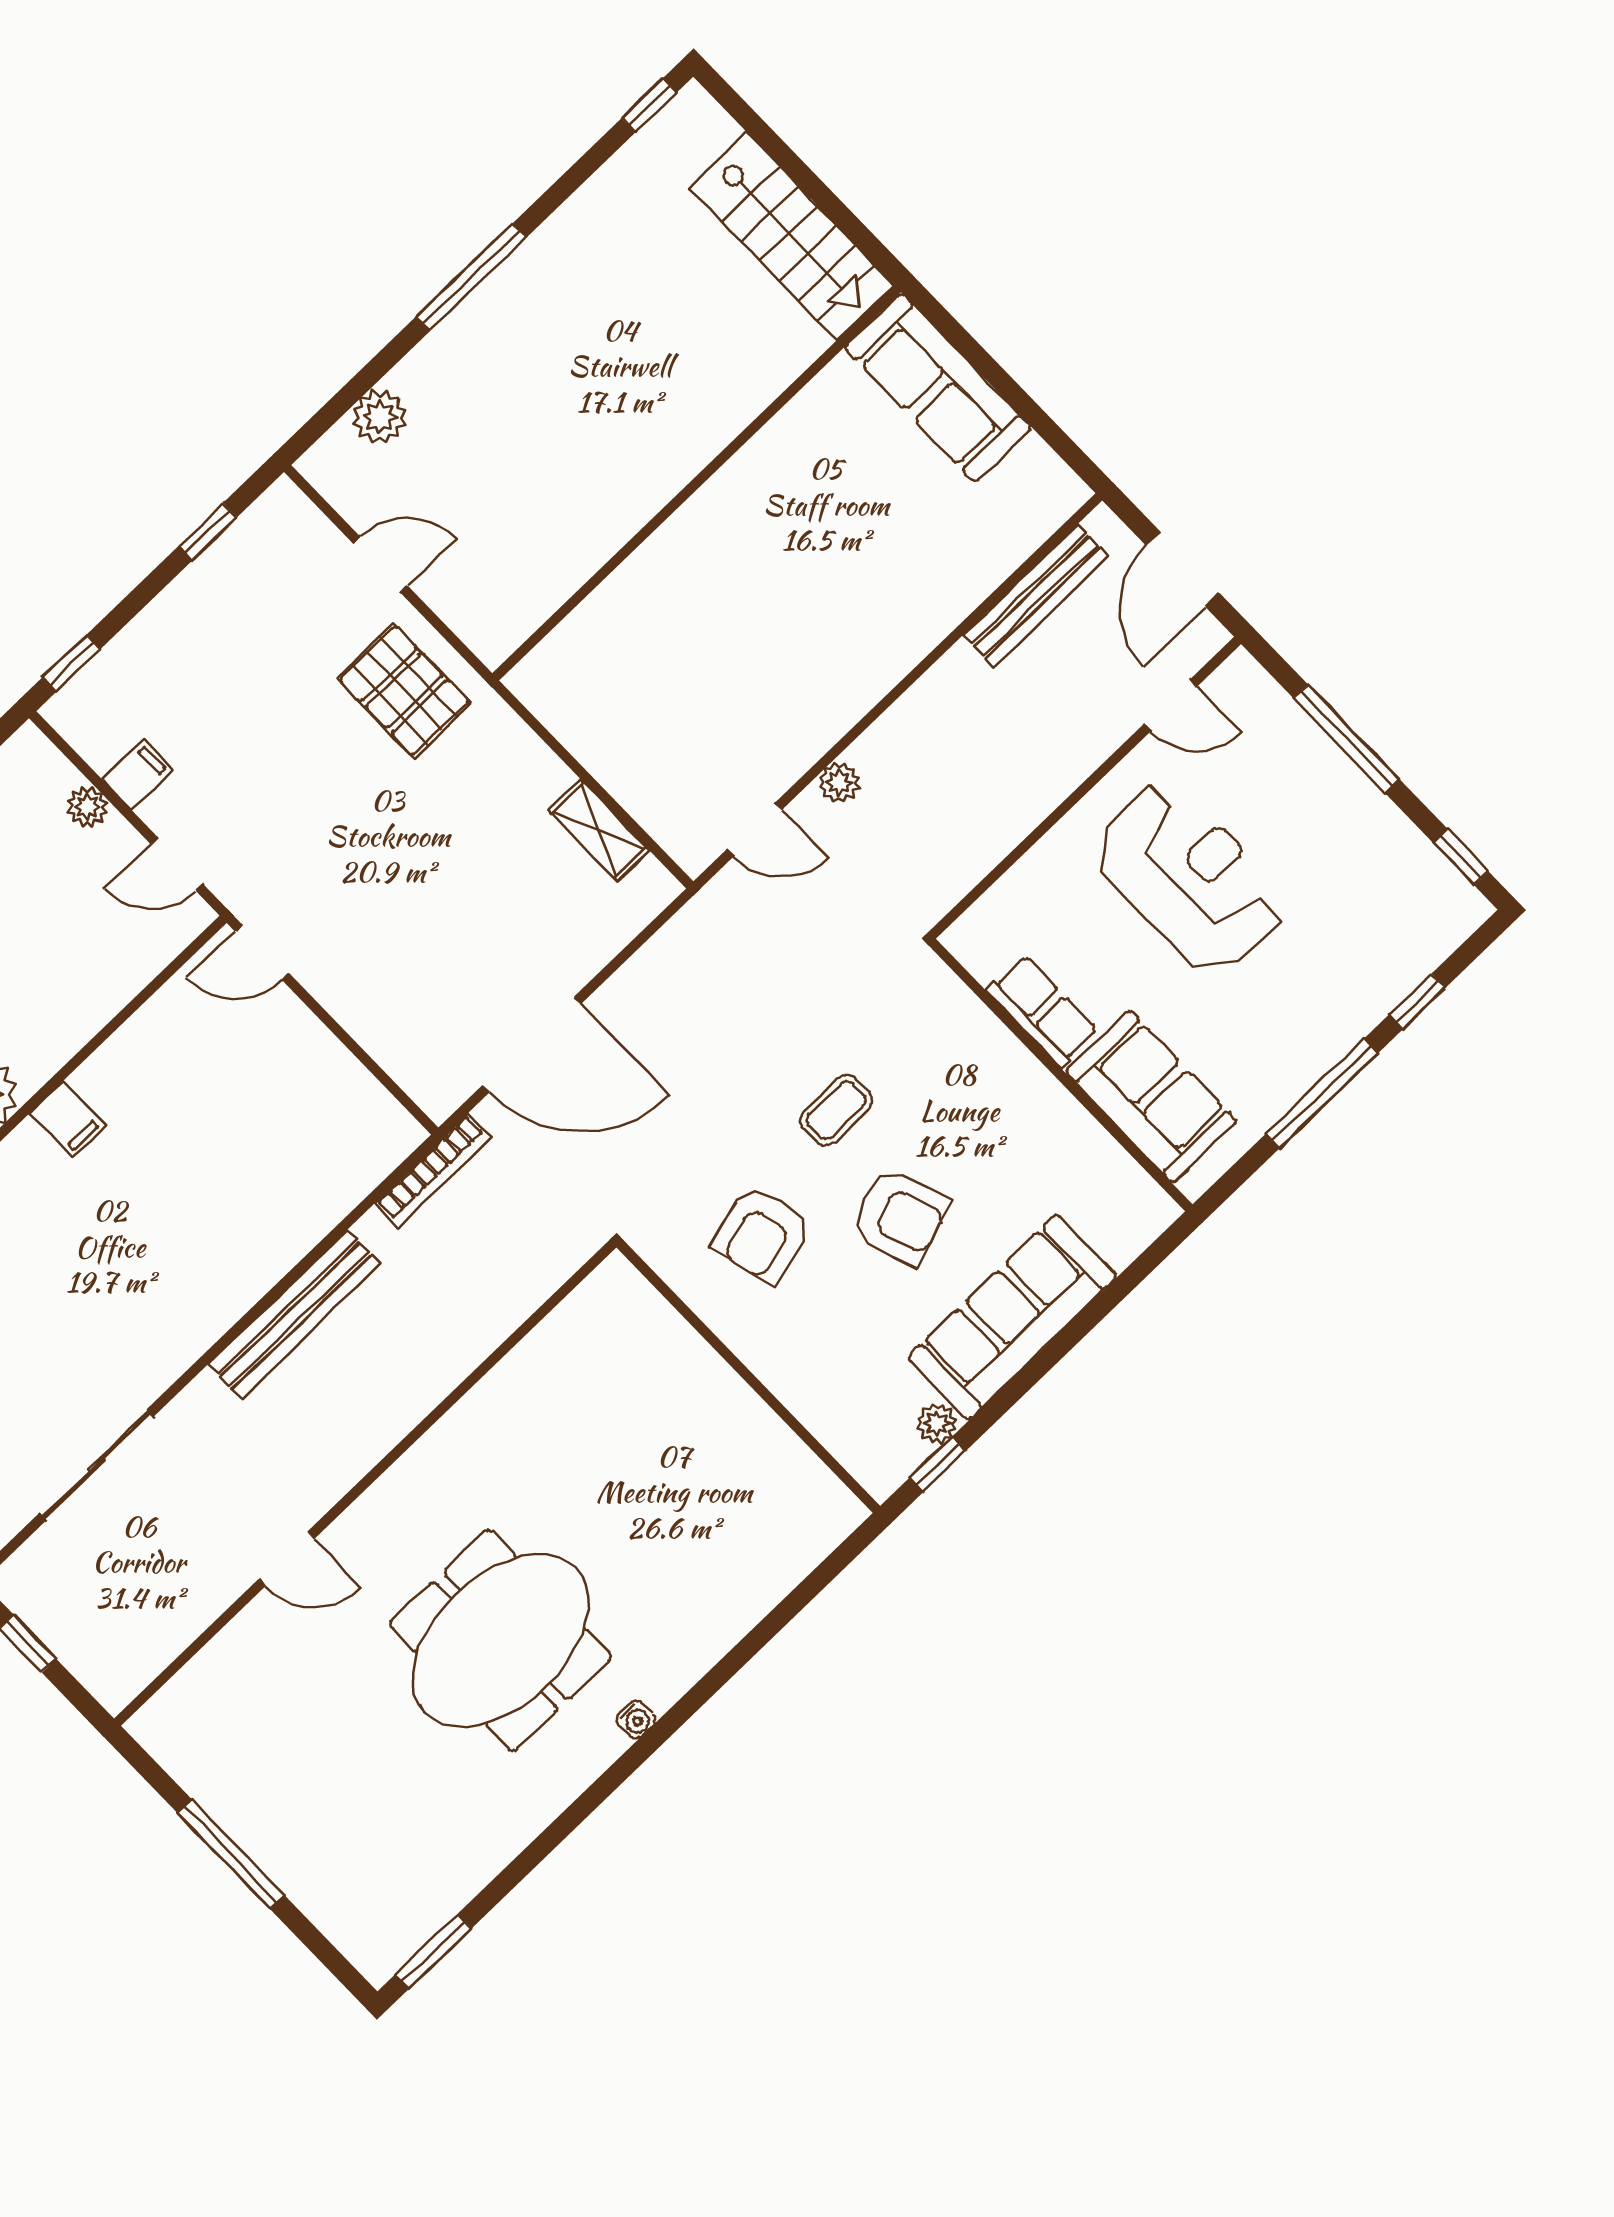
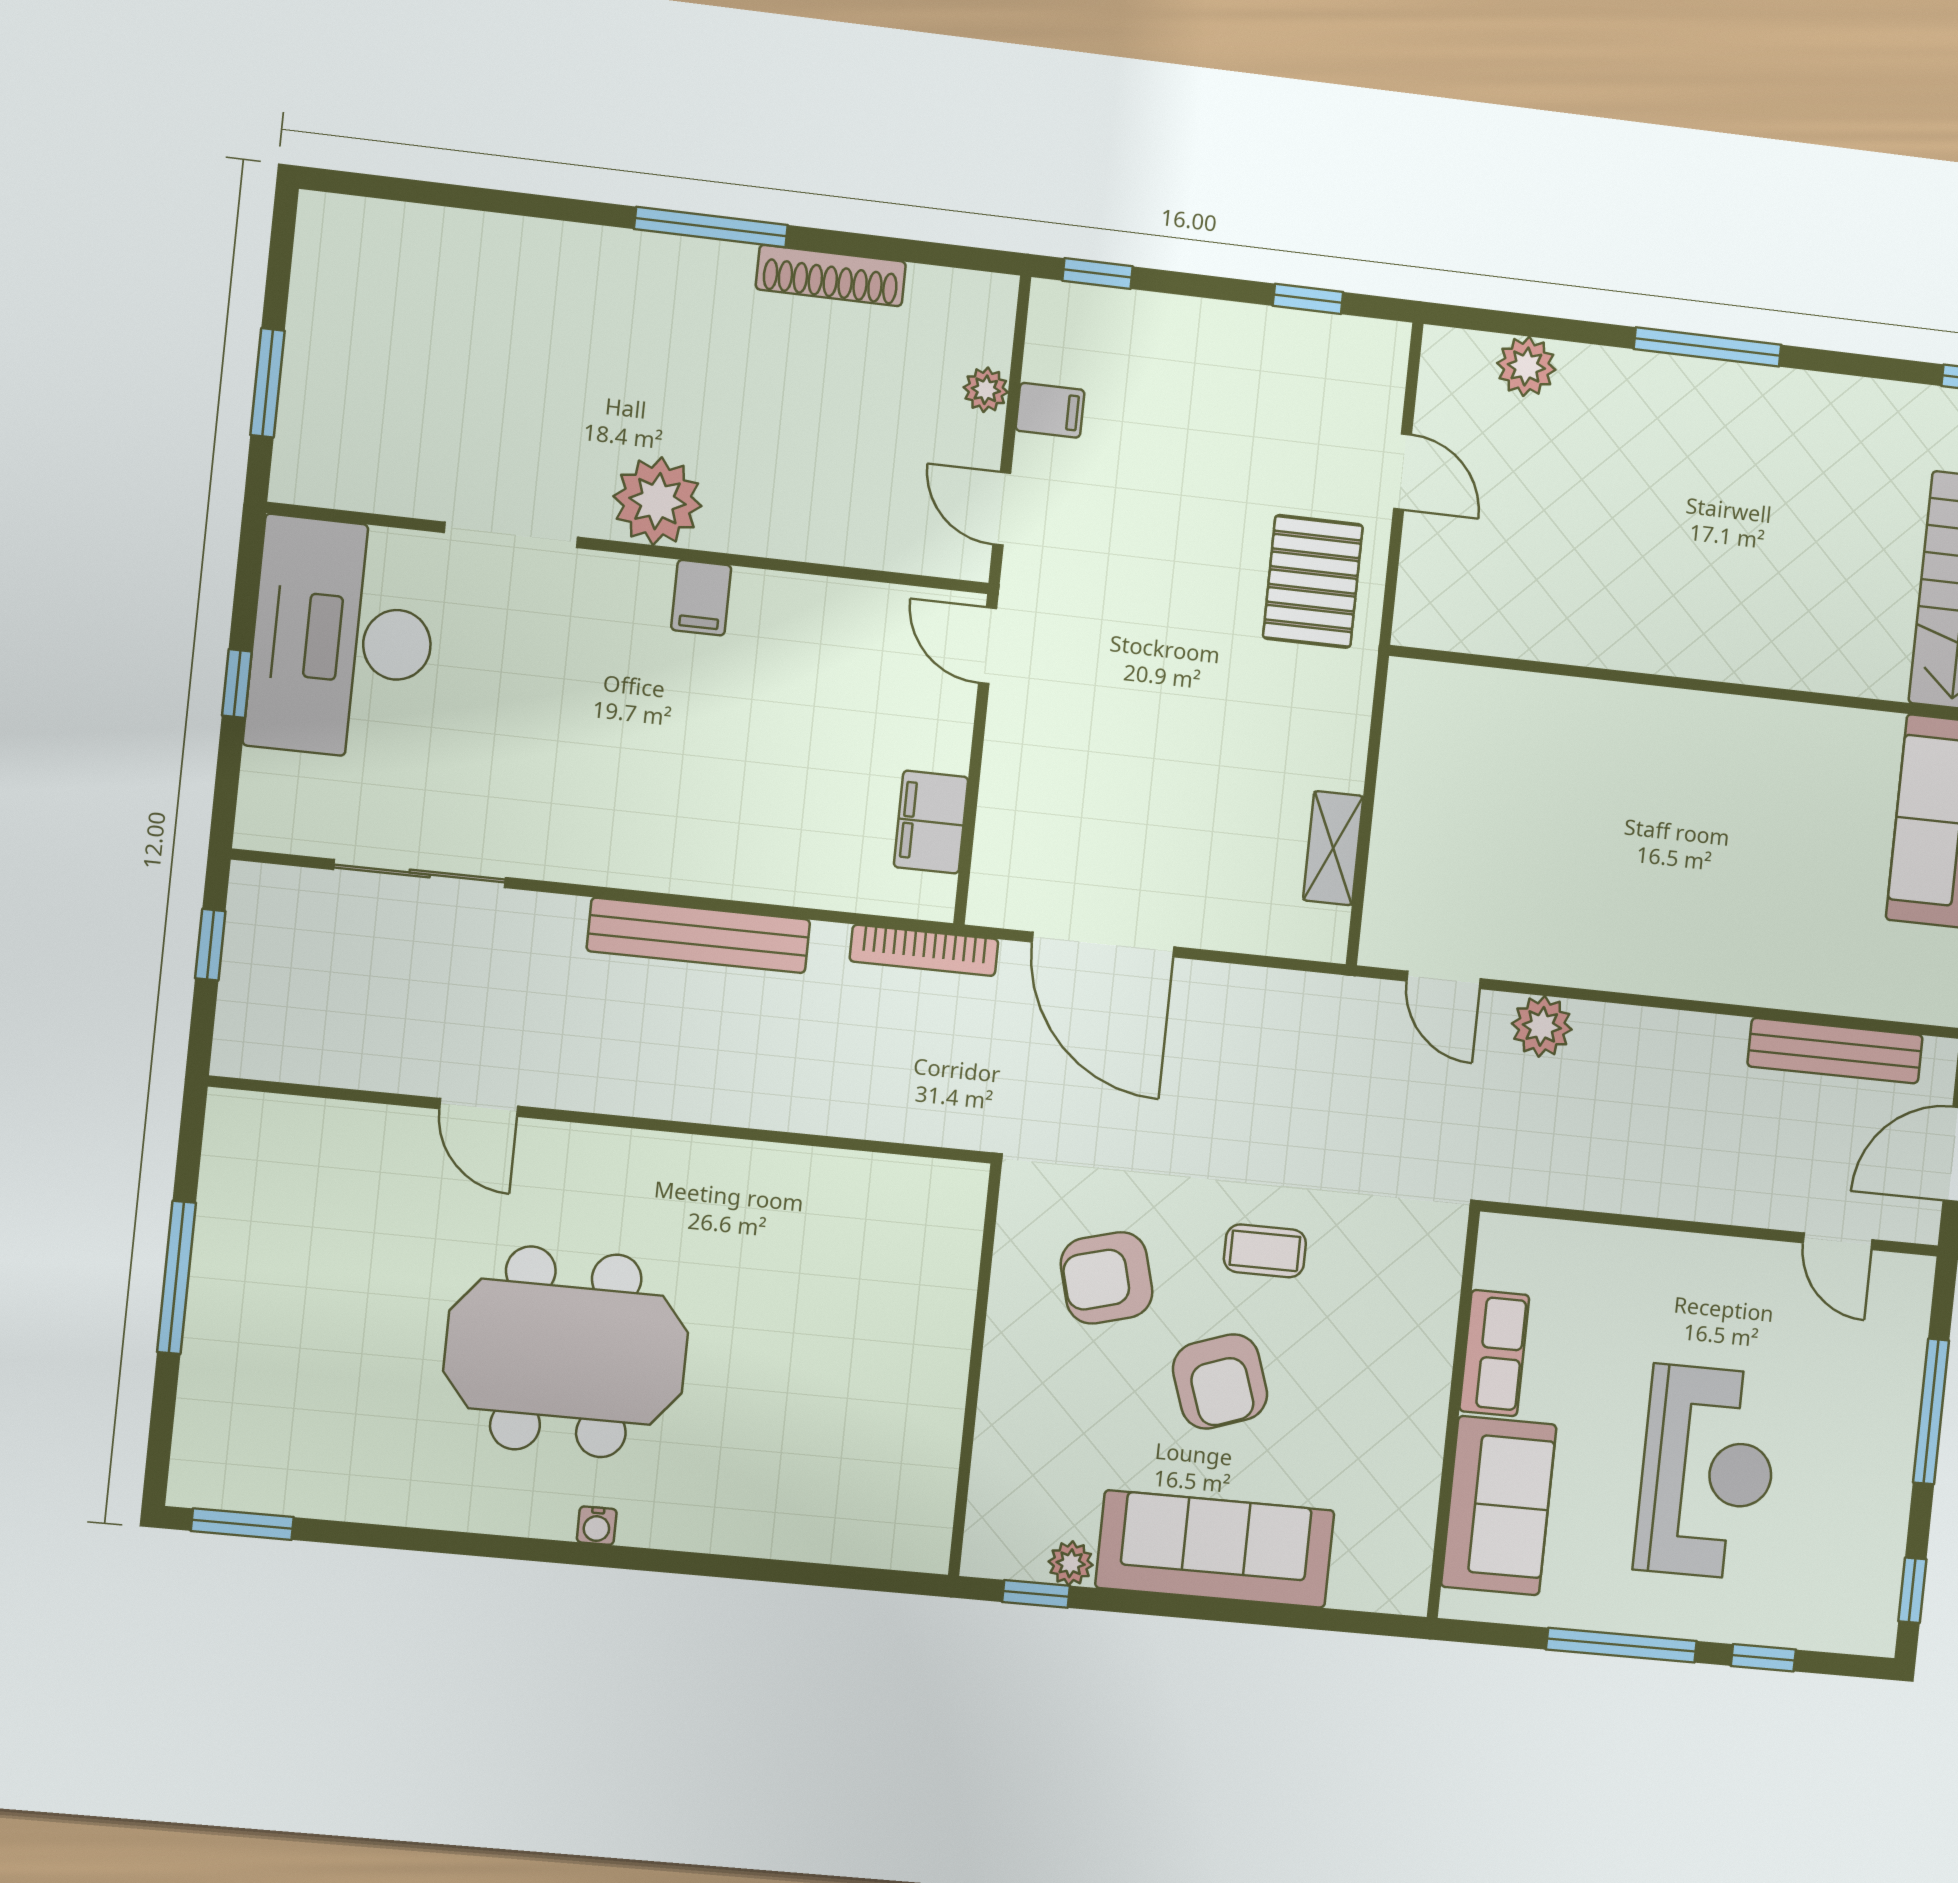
plant: (839, 783) -> (1542, 1026), width x1.38, depth x1.38
reception desk: (1190, 878) -> (1707, 1472), moved
filing cabinet: (350, 1092) -> (931, 822), added

